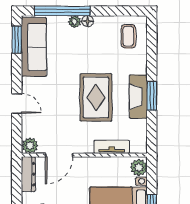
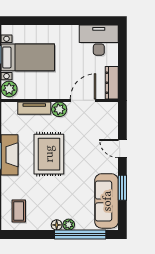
window: (17, 40) -> (122, 188), moved
plant: (30, 146) -> (59, 109), moved

